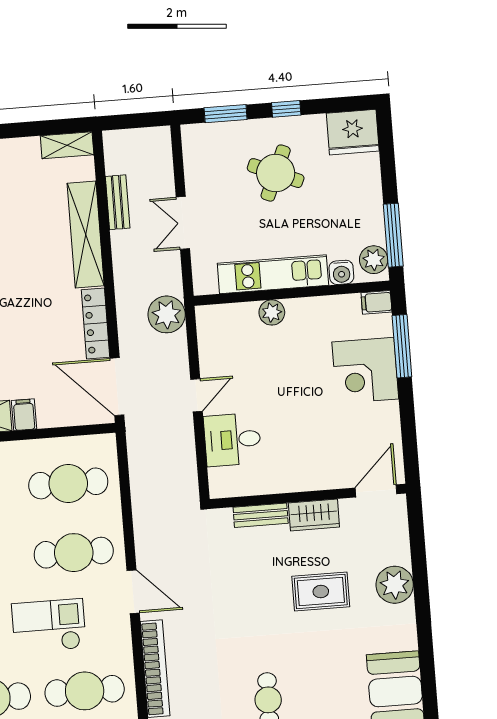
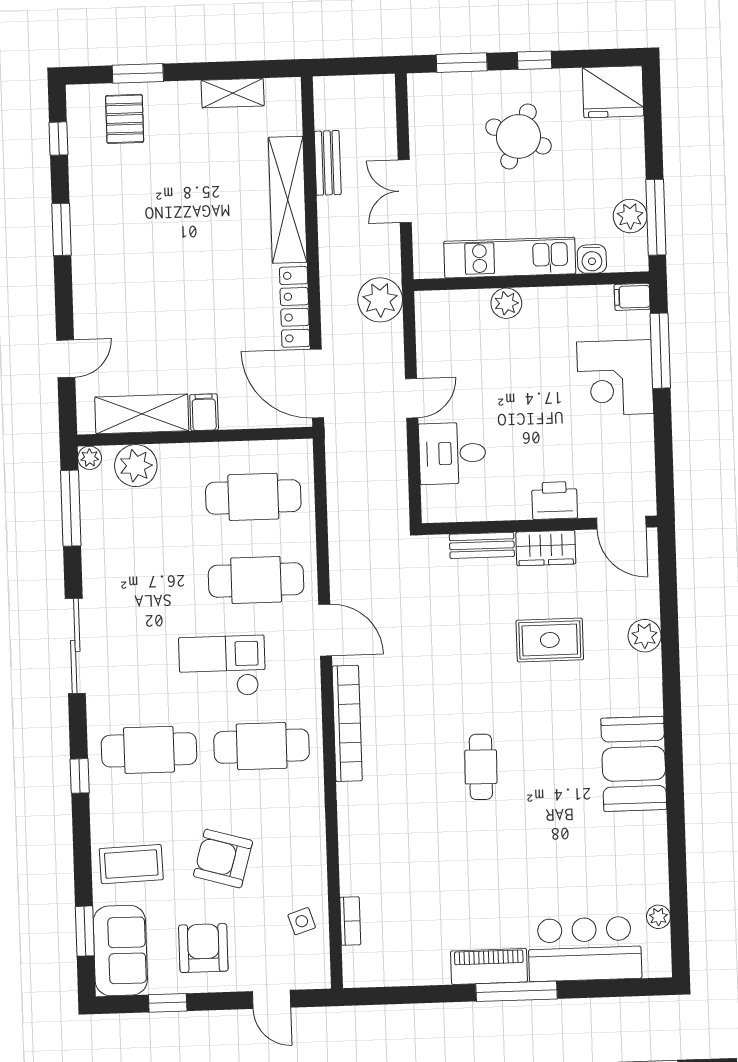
shelving: (67, 145) -> (233, 93), moved
plant: (374, 260) -> (630, 216), moved
printer: (319, 475) -> (555, 500), added
door: (376, 491) -> (621, 523), swing flipped
plant: (395, 585) -> (645, 636), width x0.73, depth x0.73

